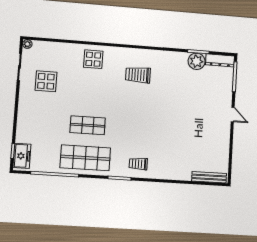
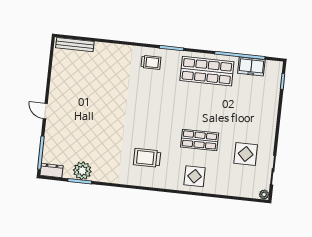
dresser: (220, 60) -> (52, 171), width x0.70
trolley: (138, 75) -> (147, 158), turned 180
shop shelf: (88, 125) -> (200, 140), moved
freezer: (22, 156) -> (251, 67), moved, turned -90

